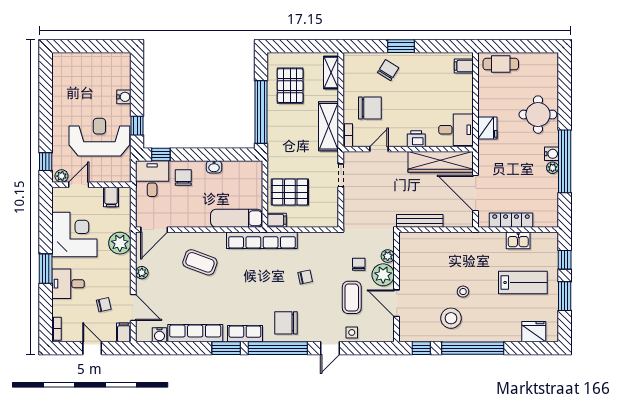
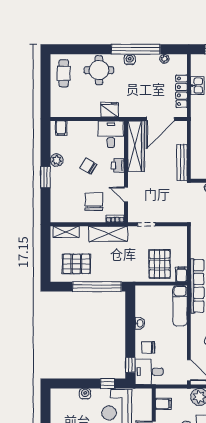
plant: (423, 60) -> (57, 160), added
cafe table: (501, 64) -> (64, 73), moved
chair: (388, 70) -> (88, 166), moved
plant: (553, 168) -> (164, 59), moved

